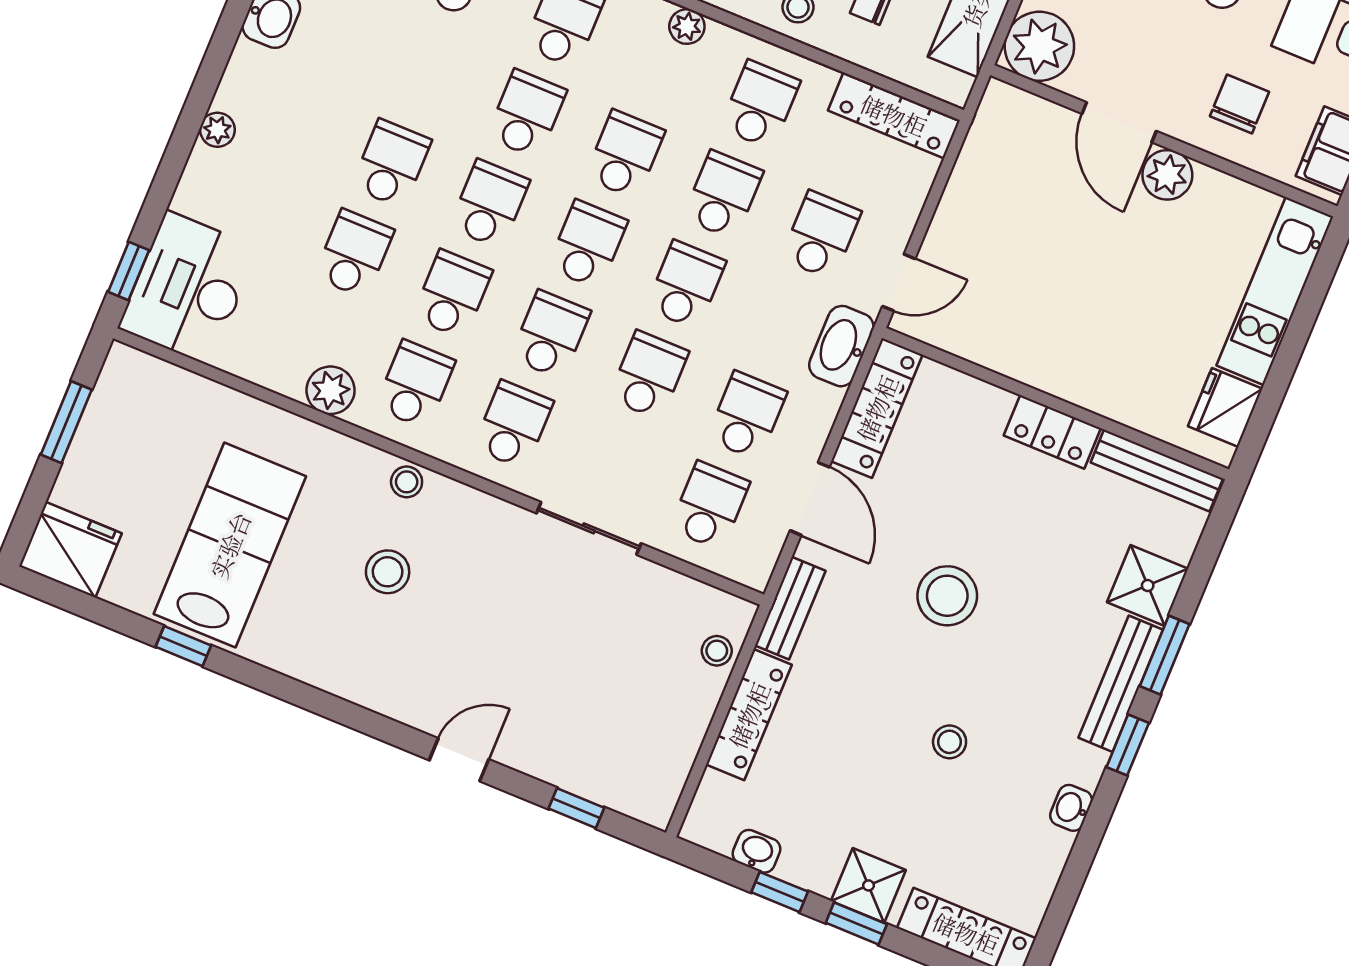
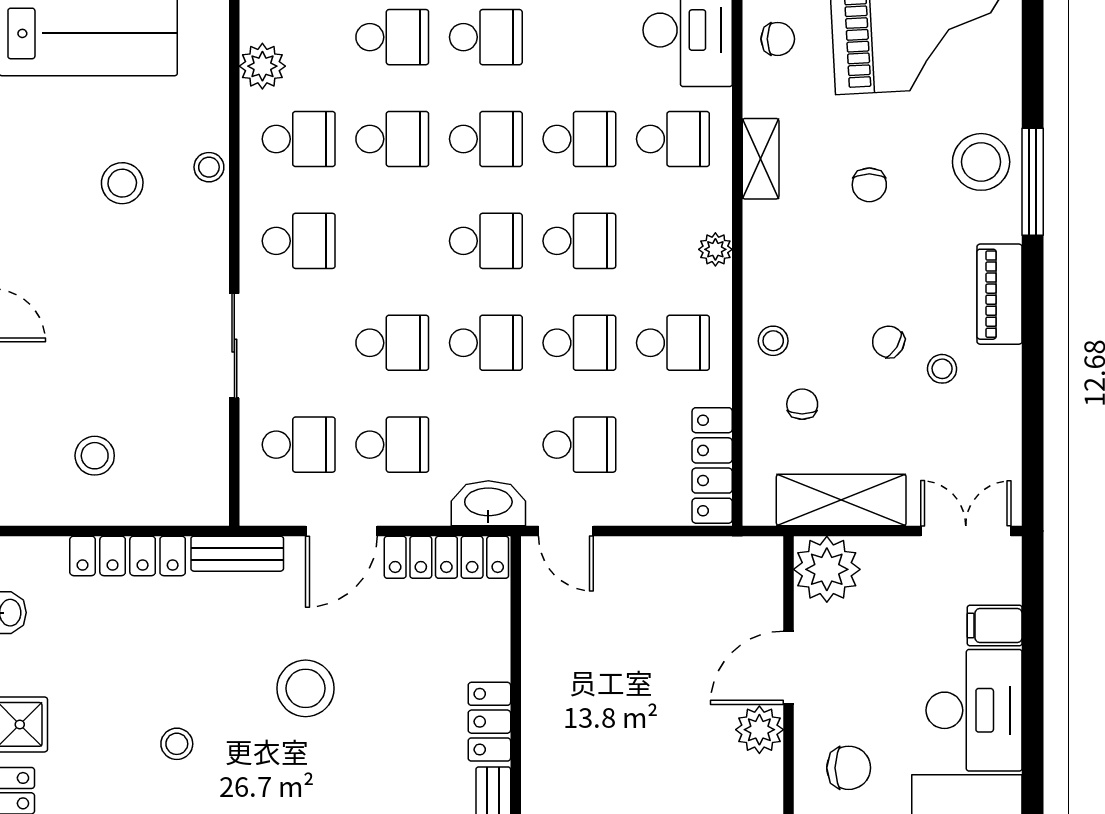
school desk: (550, 335) -> (392, 241), removed
stool: (717, 651) -> (95, 456), moved, width x1.37, depth x1.37

